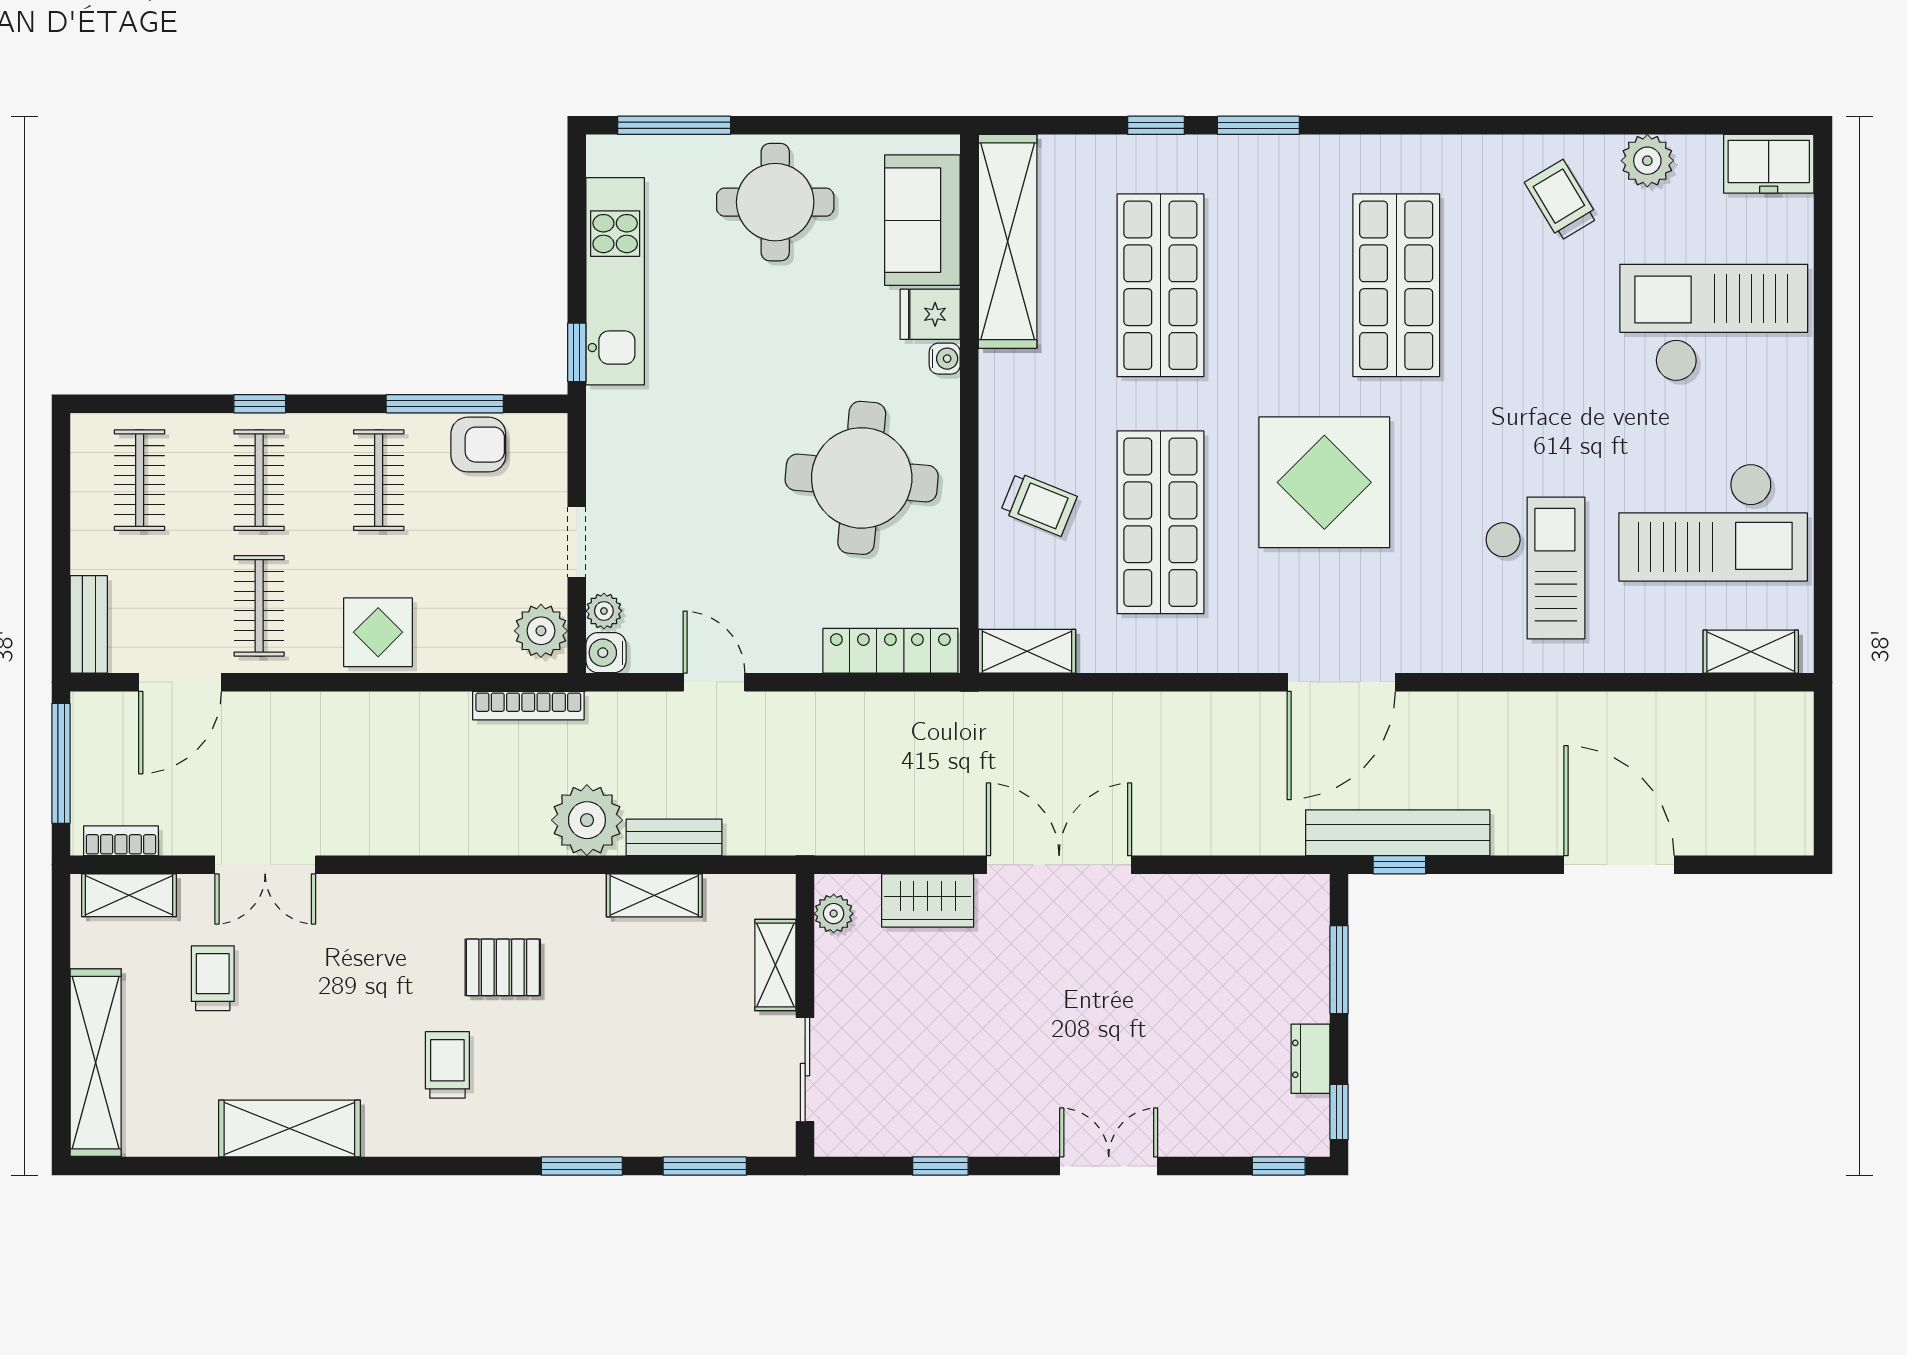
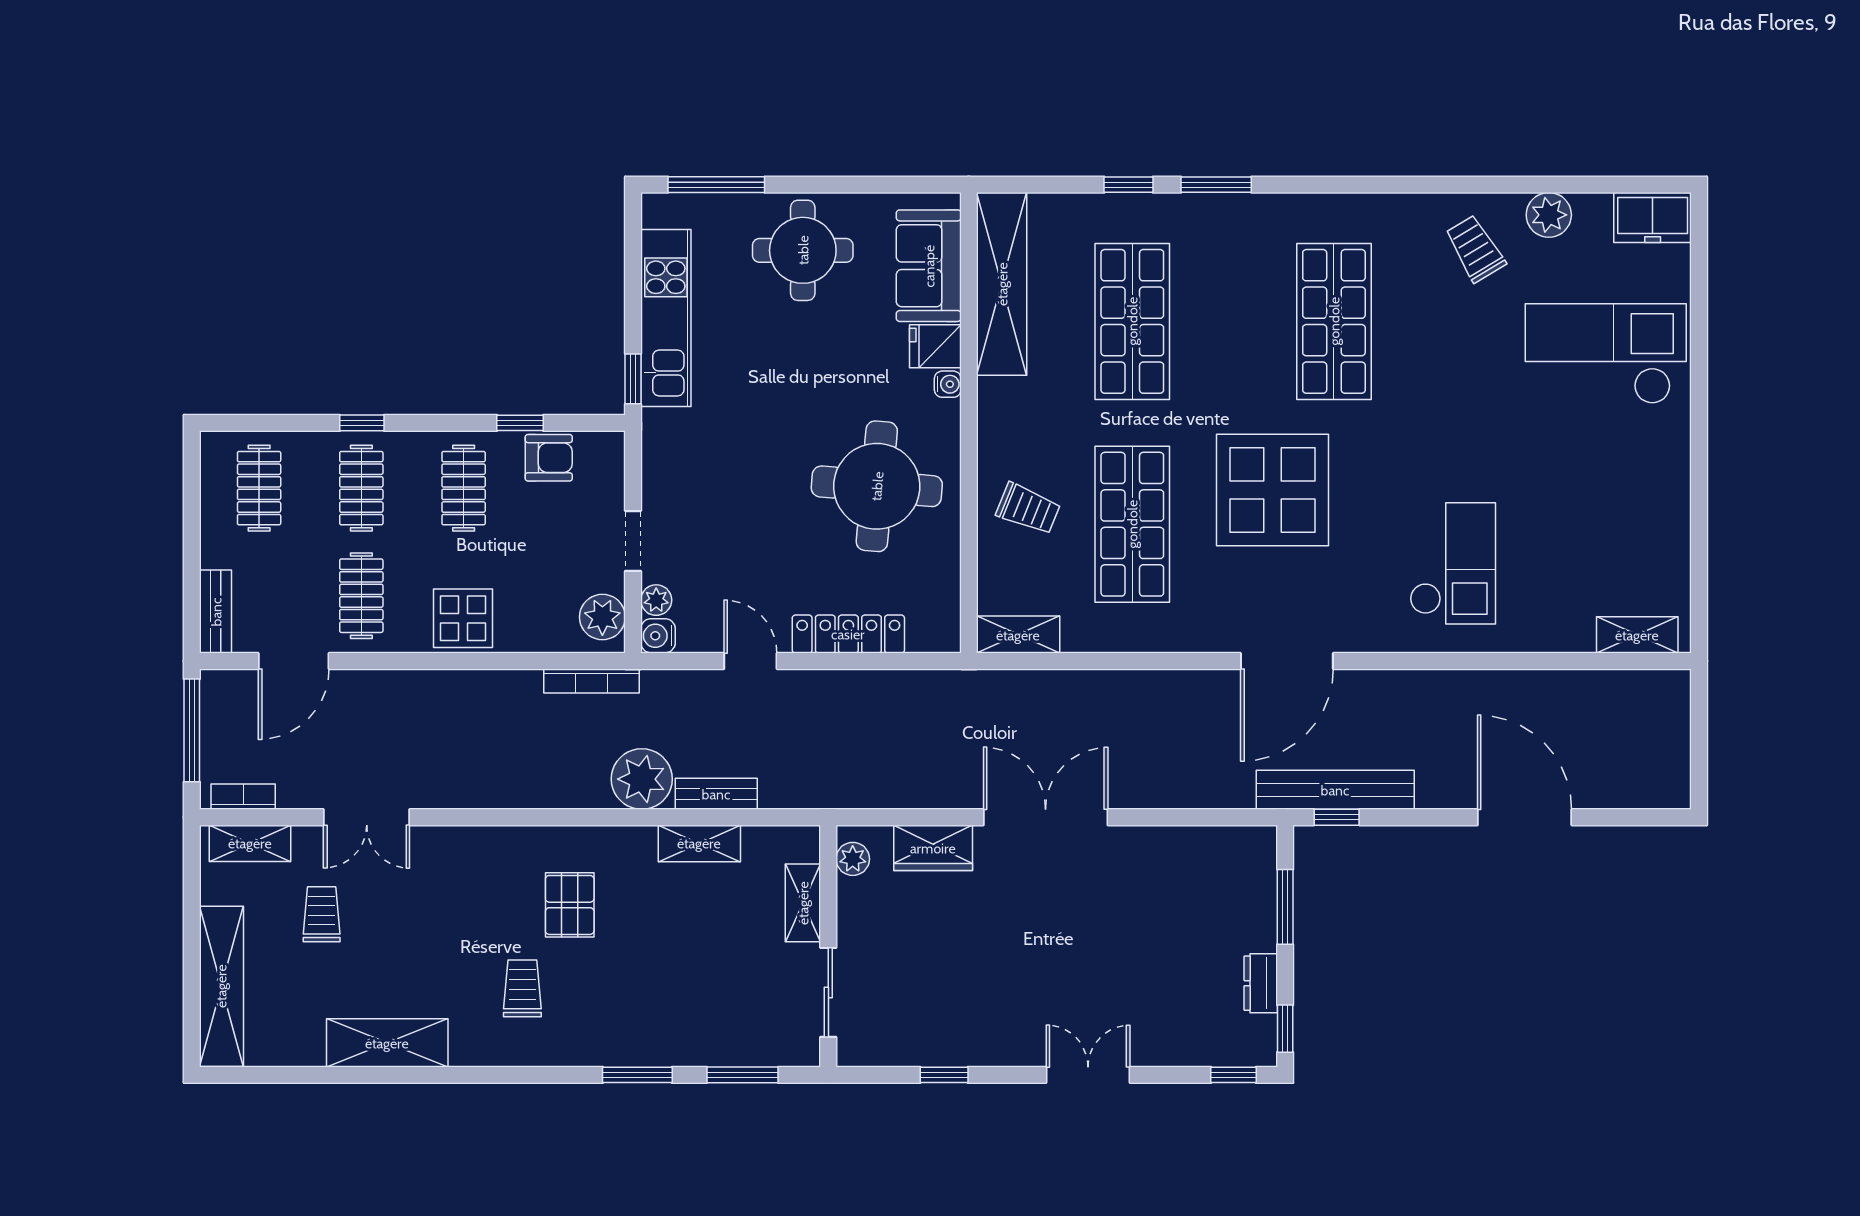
window: (445, 404) -> (520, 423), width x0.46
checkout: (1713, 522) -> (1605, 524), removed
locker: (890, 651) -> (848, 634), moved
pallet: (503, 967) -> (570, 905), turned 90

